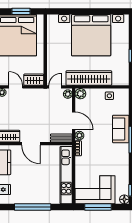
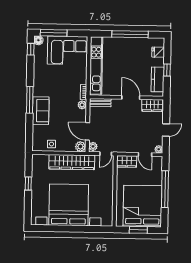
door: (74, 121) -> (87, 131), moved
window: (98, 207) -> (54, 33), moved

